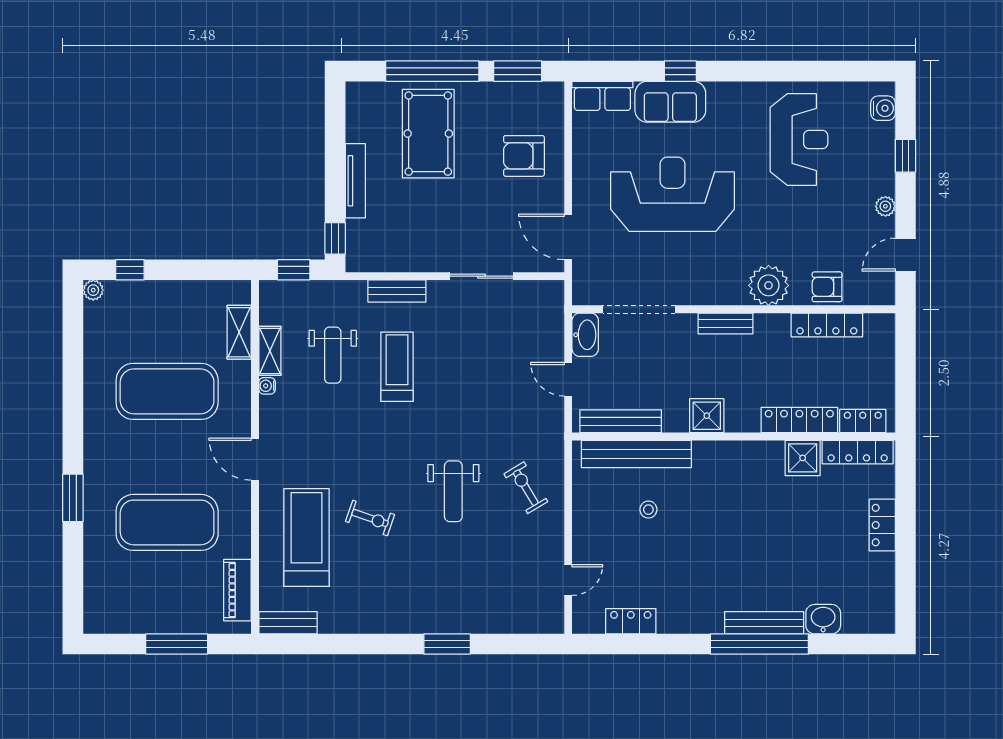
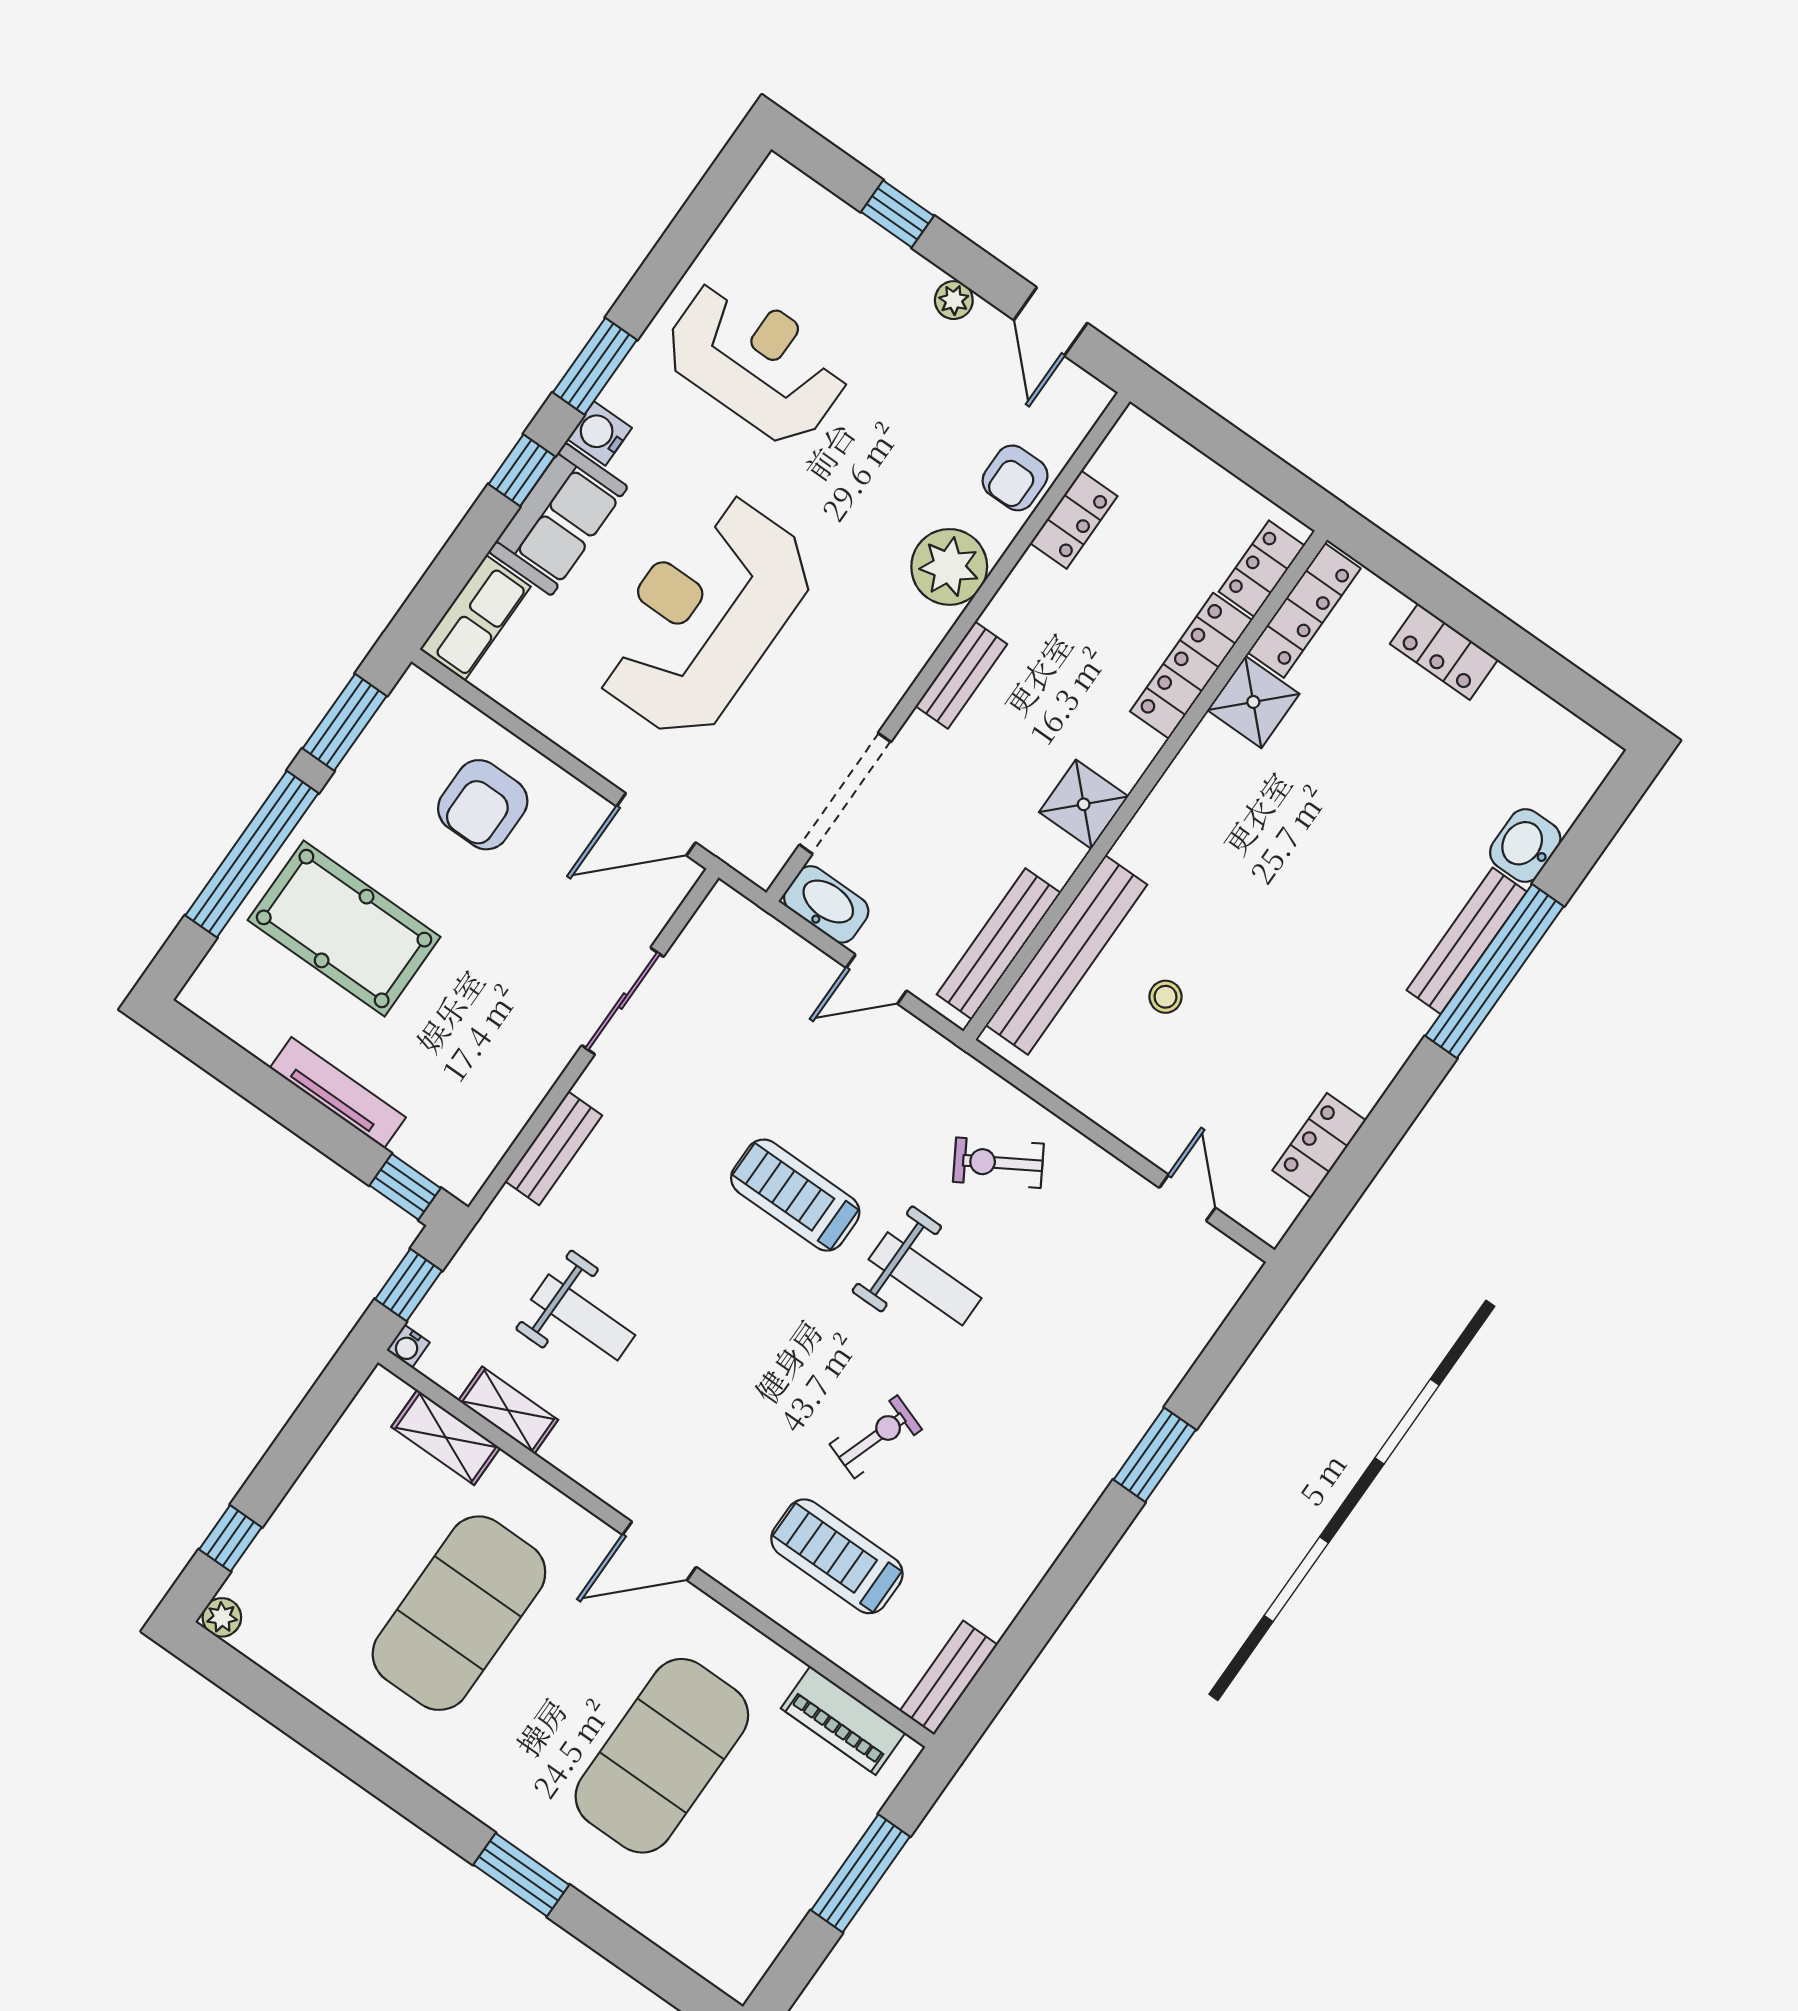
window: (748, 71) -> (595, 366), added
water cooler: (883, 108) -> (600, 433), moved, turned -90
locker: (827, 325) -> (1074, 520), width x0.66
treadmill: (397, 367) -> (795, 1195), moved
water cooler: (267, 386) -> (408, 1346), moved
treadmill: (307, 538) -> (837, 1556), width x0.73, depth x0.73

